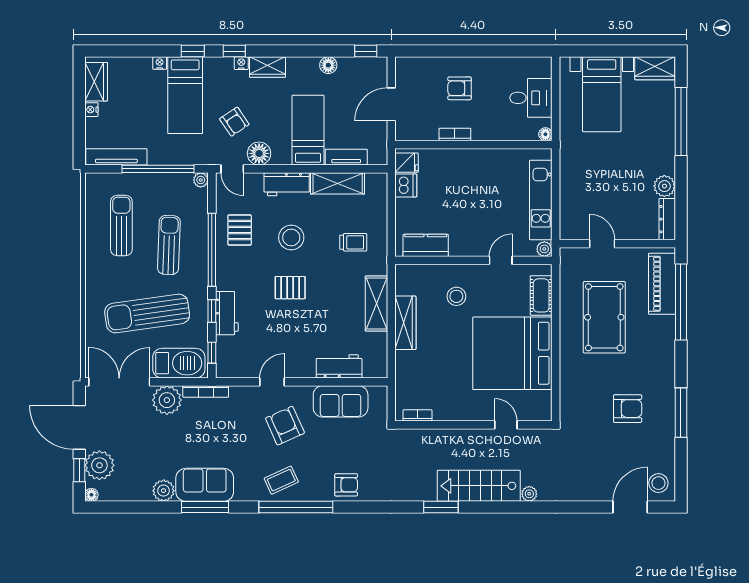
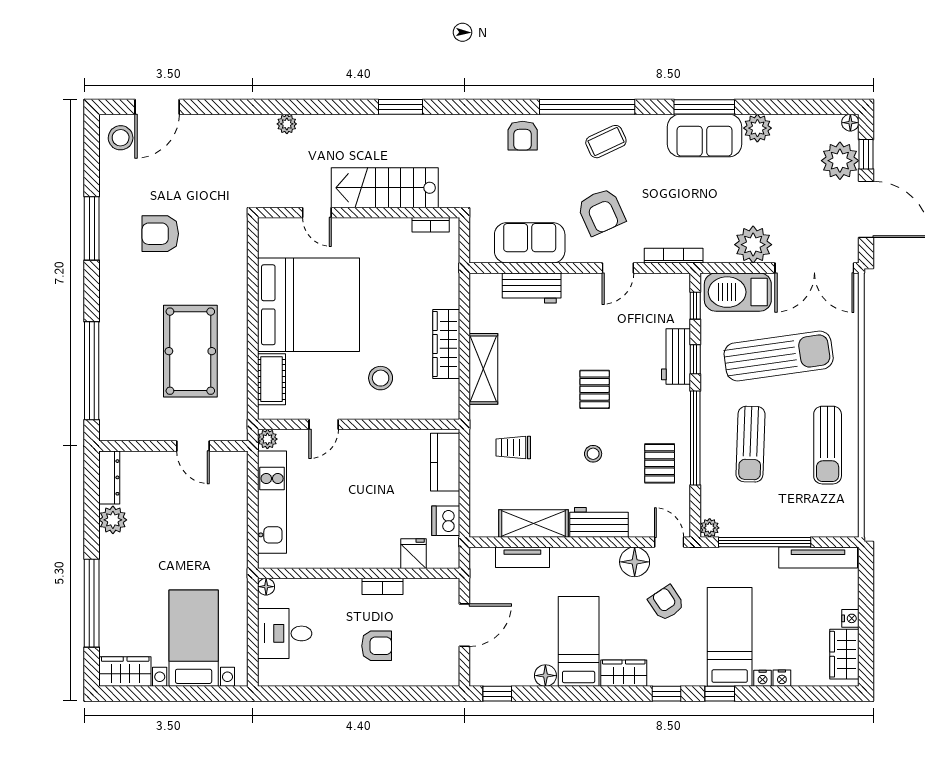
nightstand: (241, 63) -> (782, 678), moved
bed: (308, 130) -> (579, 641), moved, turned 180
fridge: (407, 163) -> (413, 554), moved, turned 90
sun lounger: (121, 226) -> (828, 445), moved
stool: (291, 238) -> (593, 454), width x0.53, depth x0.53
kitchen counter: (426, 245) -> (445, 462), moved, turned 90
piano: (662, 284) -> (116, 394), removed
pallet: (290, 288) -> (595, 389), turned 90
bookcase: (206, 391) -> (674, 256), moved
armchair: (346, 485) -> (523, 136), turned -90
stairs: (479, 486) -> (385, 188), moved, turned 180

